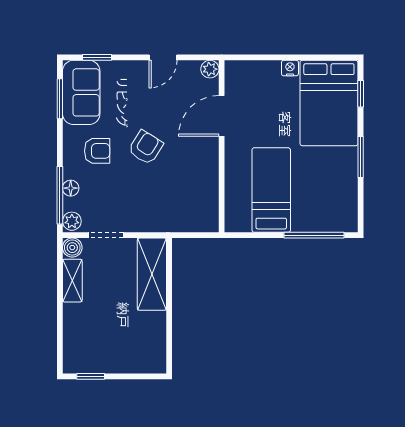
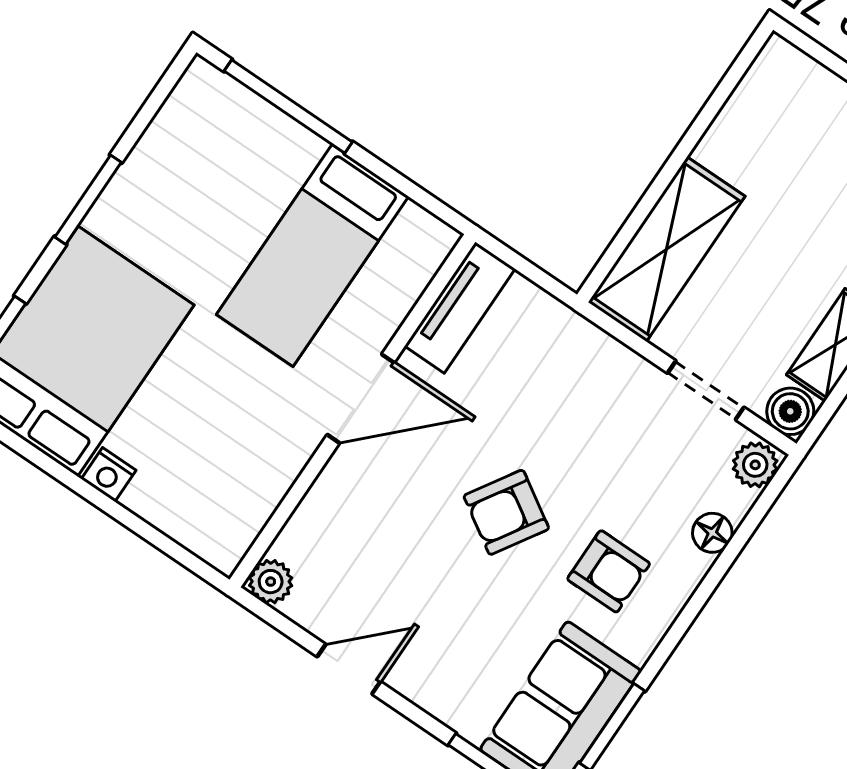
door: (222, 116) -> (361, 399), moved
armchair: (97, 151) -> (609, 571), turned 180
window: (60, 195) -> (744, 533), removed
tv unit: (209, 206) -> (460, 307), added

